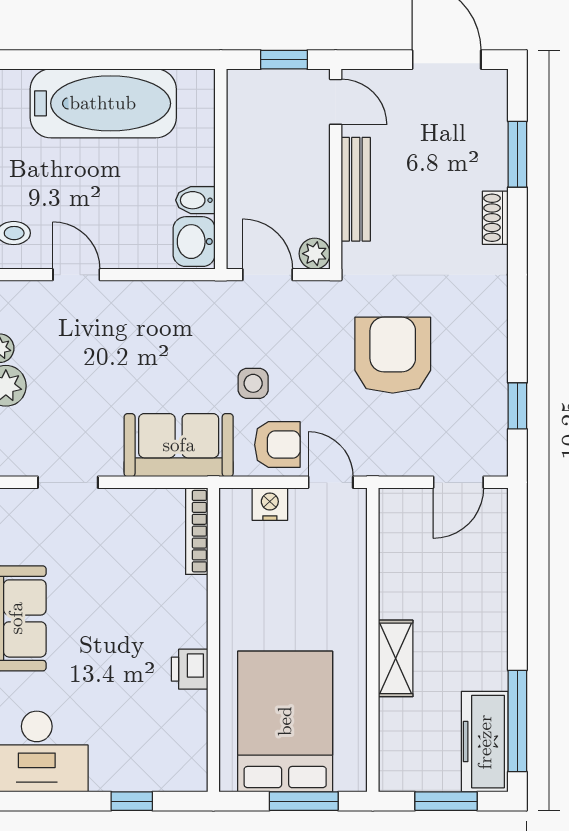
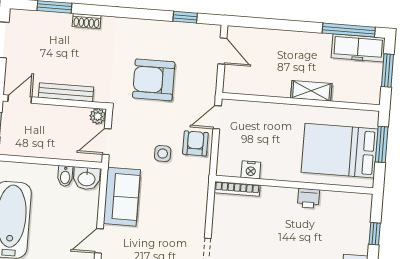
sofa: (179, 445) -> (122, 197), moved, turned 180
nightstand: (270, 504) -> (251, 170), moved, turned -90

